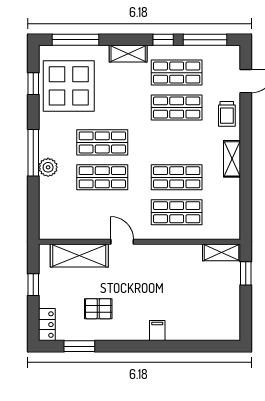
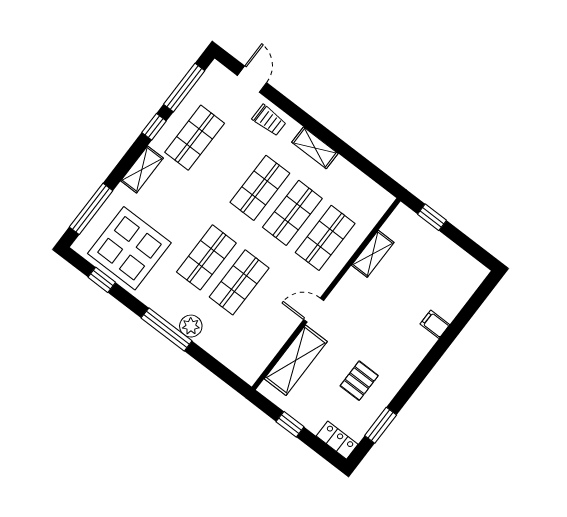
shop shelf: (177, 107) -> (260, 188), moved
shelving: (221, 252) -> (373, 254), moved
filing cabinet: (157, 331) -> (435, 324), moved

